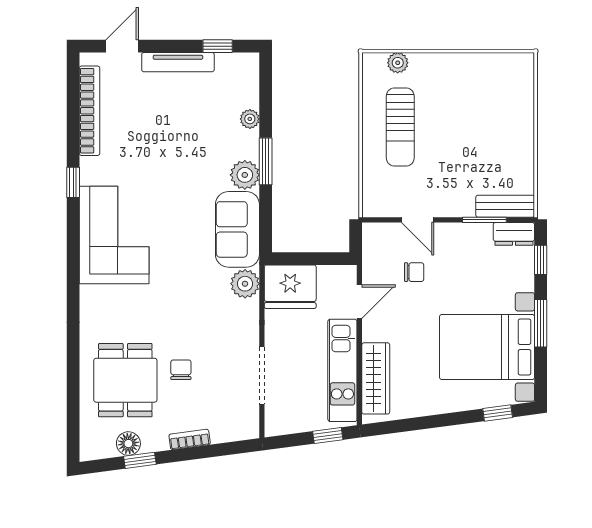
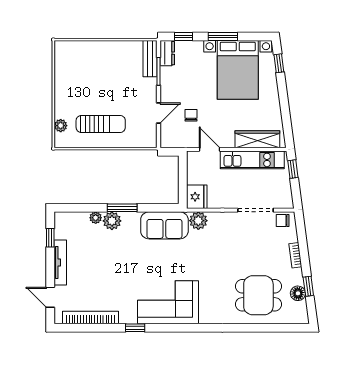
plant: (245, 175) -> (112, 221), moved
fridge: (290, 287) -> (197, 197), width x0.73, depth x0.75
chair: (181, 370) -> (283, 220), moved

